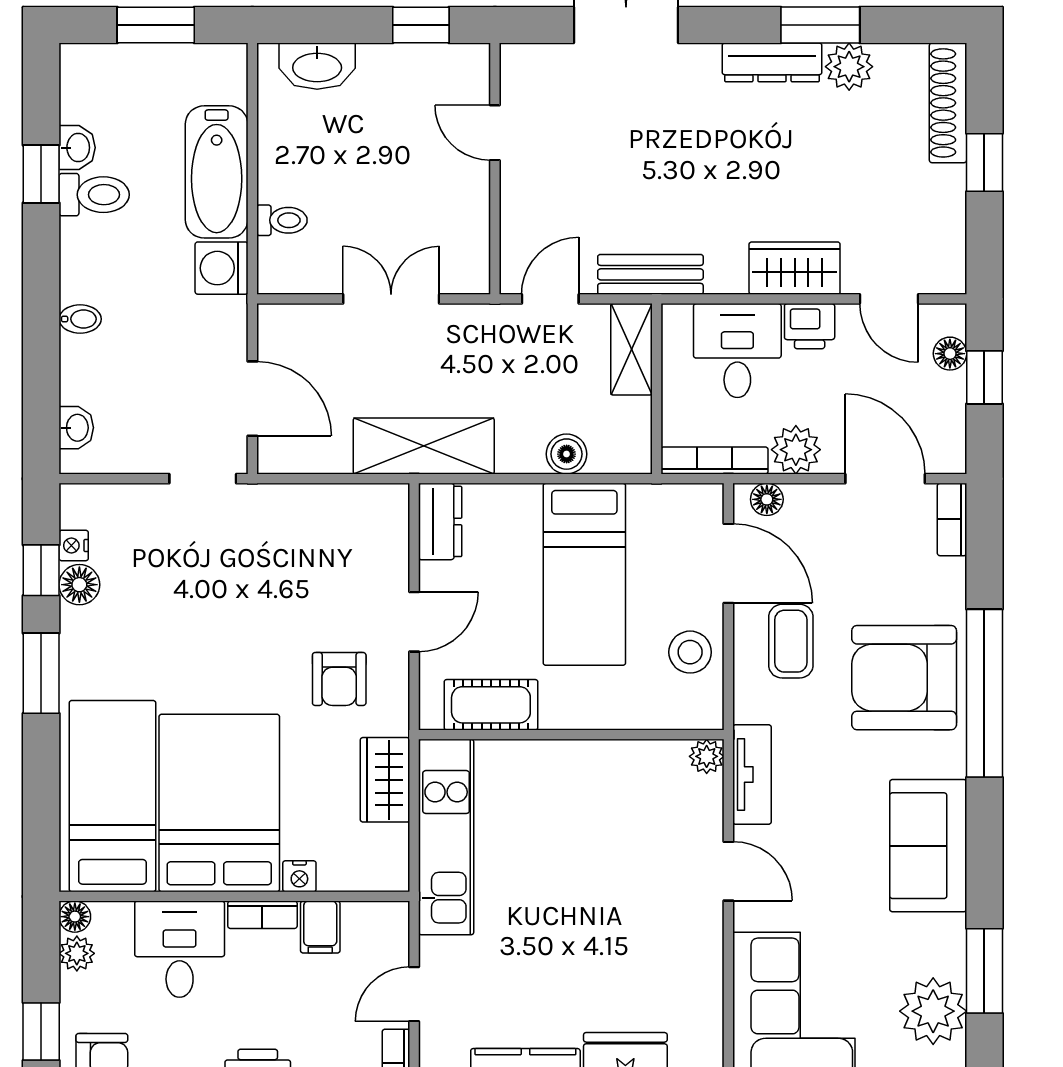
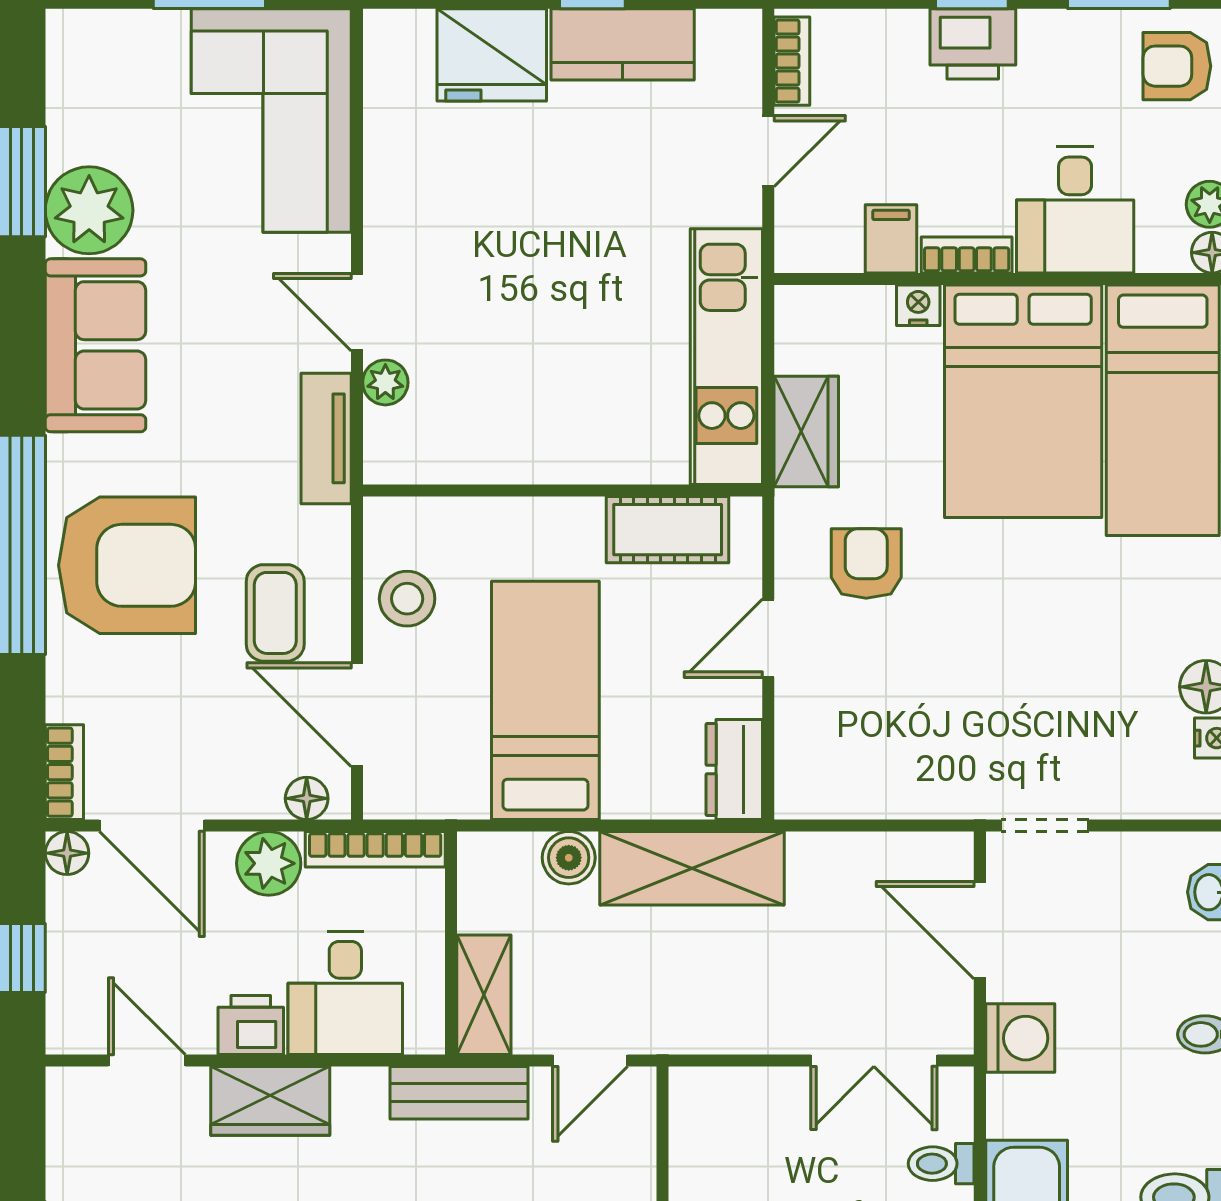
washing machine: (222, 268) -> (1020, 1038), moved
double door: (391, 299) -> (874, 1061), moved
floor lamp: (950, 354) -> (67, 853), moved
shelving: (424, 446) -> (692, 868), moved
plant: (707, 756) -> (385, 382), moved
plant: (933, 1011) -> (89, 210), moved

